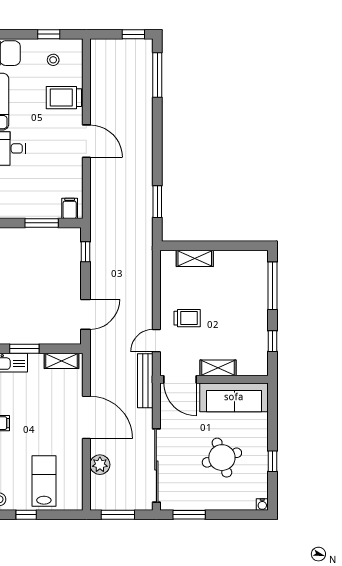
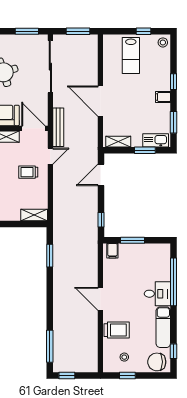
shelving: (195, 258) -> (34, 215), moved
plant: (100, 465) -> (91, 67), removed

